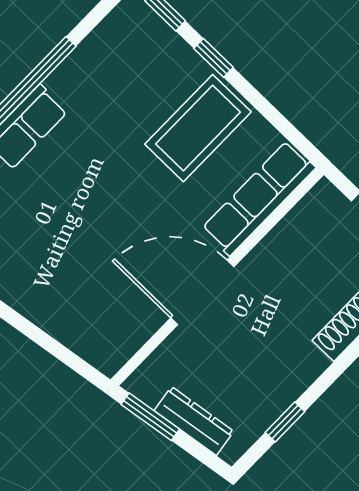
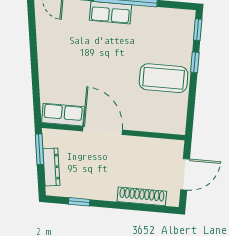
row of seats: (259, 198) -> (63, 115), moved, width x0.68

